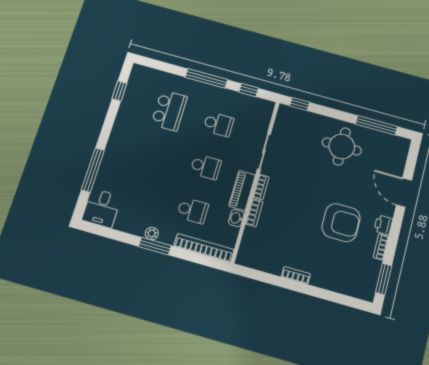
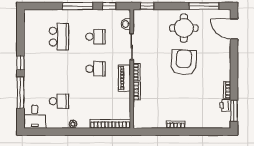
window: (119, 91) -> (20, 63), moved
door: (404, 193) -> (234, 29), moved
school desk: (193, 211) -> (59, 101), moved
washbasin: (236, 218) -> (126, 24), moved
armchair: (341, 223) -> (184, 62), moved, turned -87
printer: (383, 225) -> (225, 105), moved
window: (155, 246) -> (78, 132), removed

